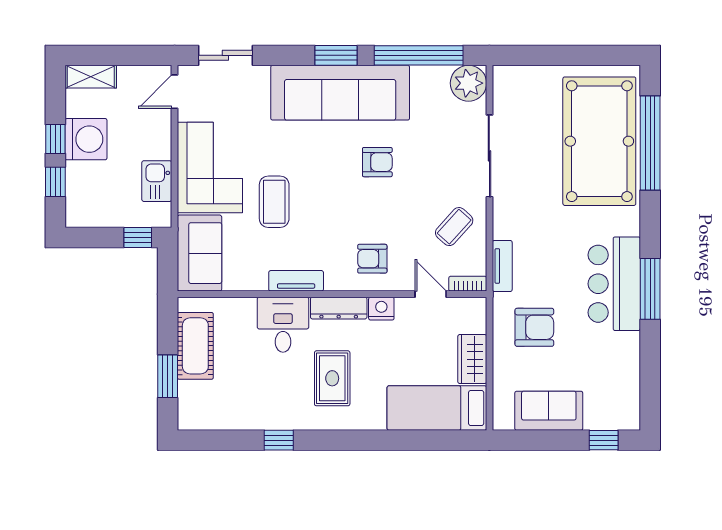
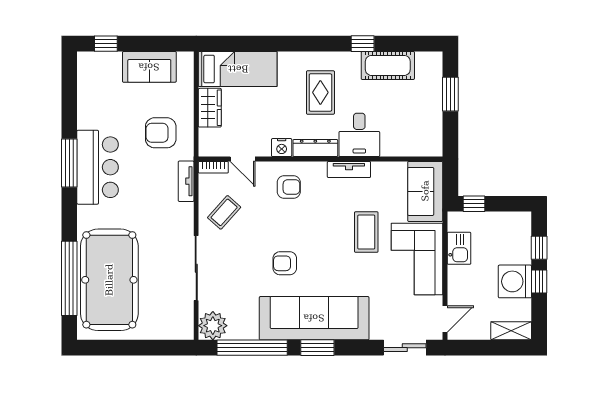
cot: (195, 346) -> (388, 65), moved, turned 90

